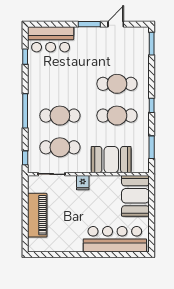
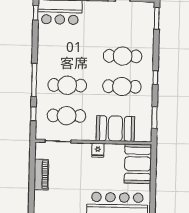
window: (25, 57) -> (36, 13), moved
window: (25, 158) -> (33, 114), moved
fridge: (83, 183) -> (98, 150), moved
piano: (37, 215) -> (41, 175), width x0.73, depth x0.75

